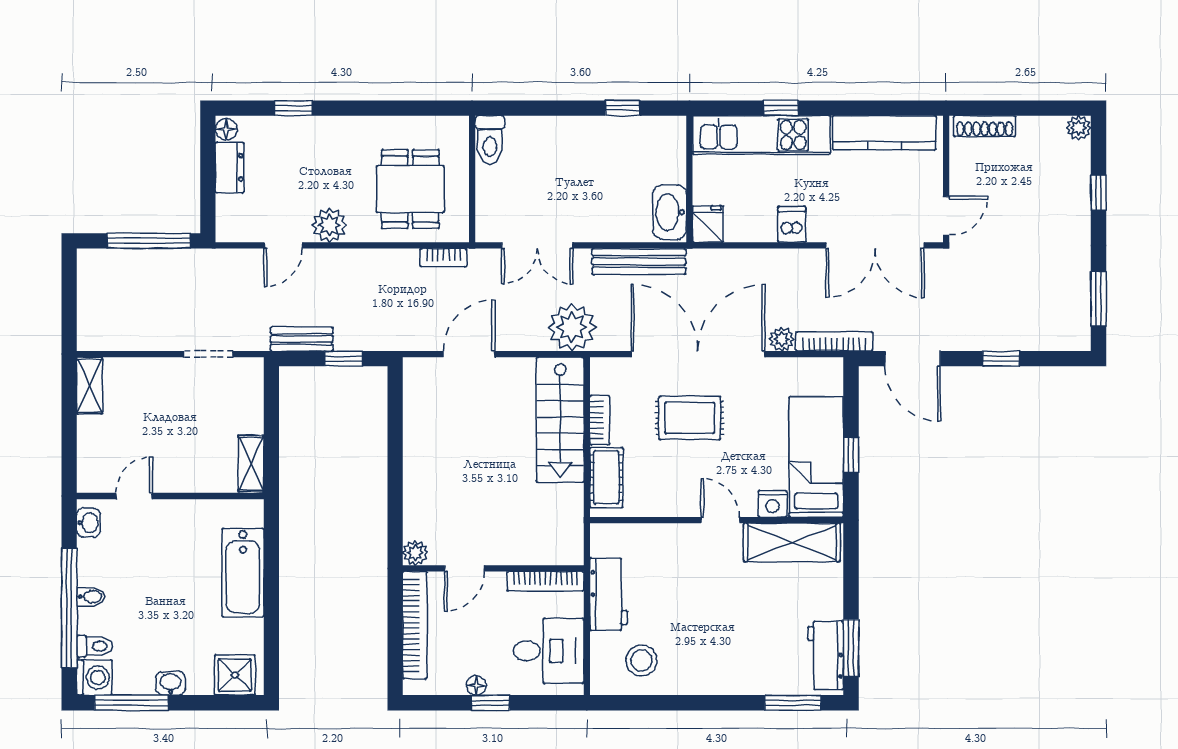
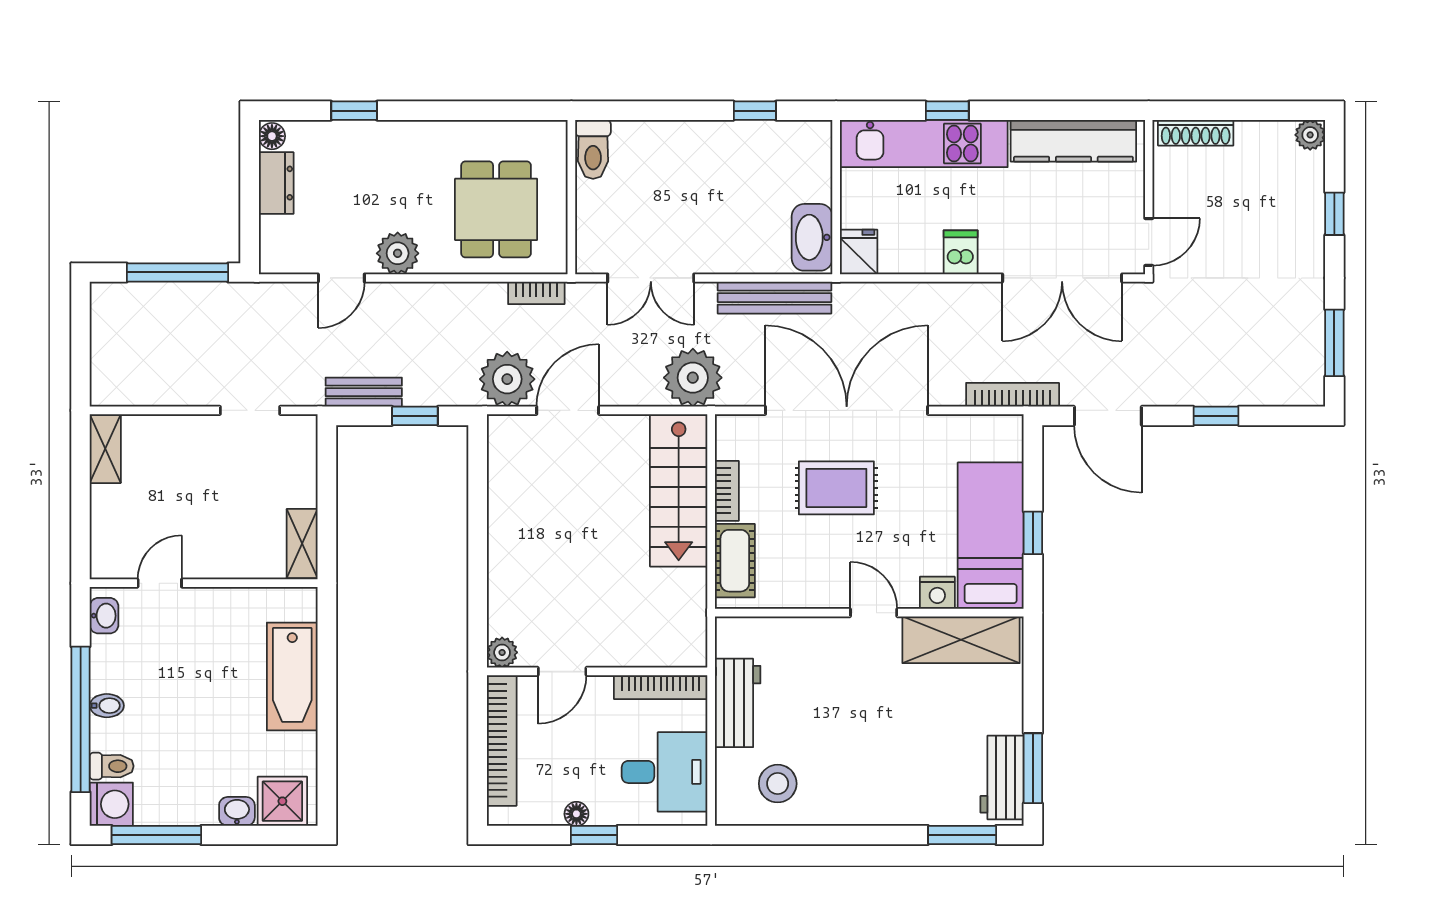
plant: (782, 339) -> (507, 379), moved, width x1.88, depth x1.88
washbasin: (171, 683) -> (237, 811), moved

